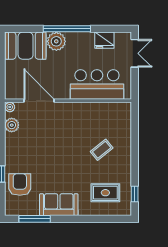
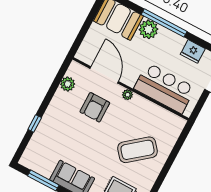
plant: (10, 107) -> (128, 95), moved
coffee table: (102, 150) -> (138, 150), width x1.86, depth x1.72
armchair: (20, 185) -> (95, 107), moved, turned 180

